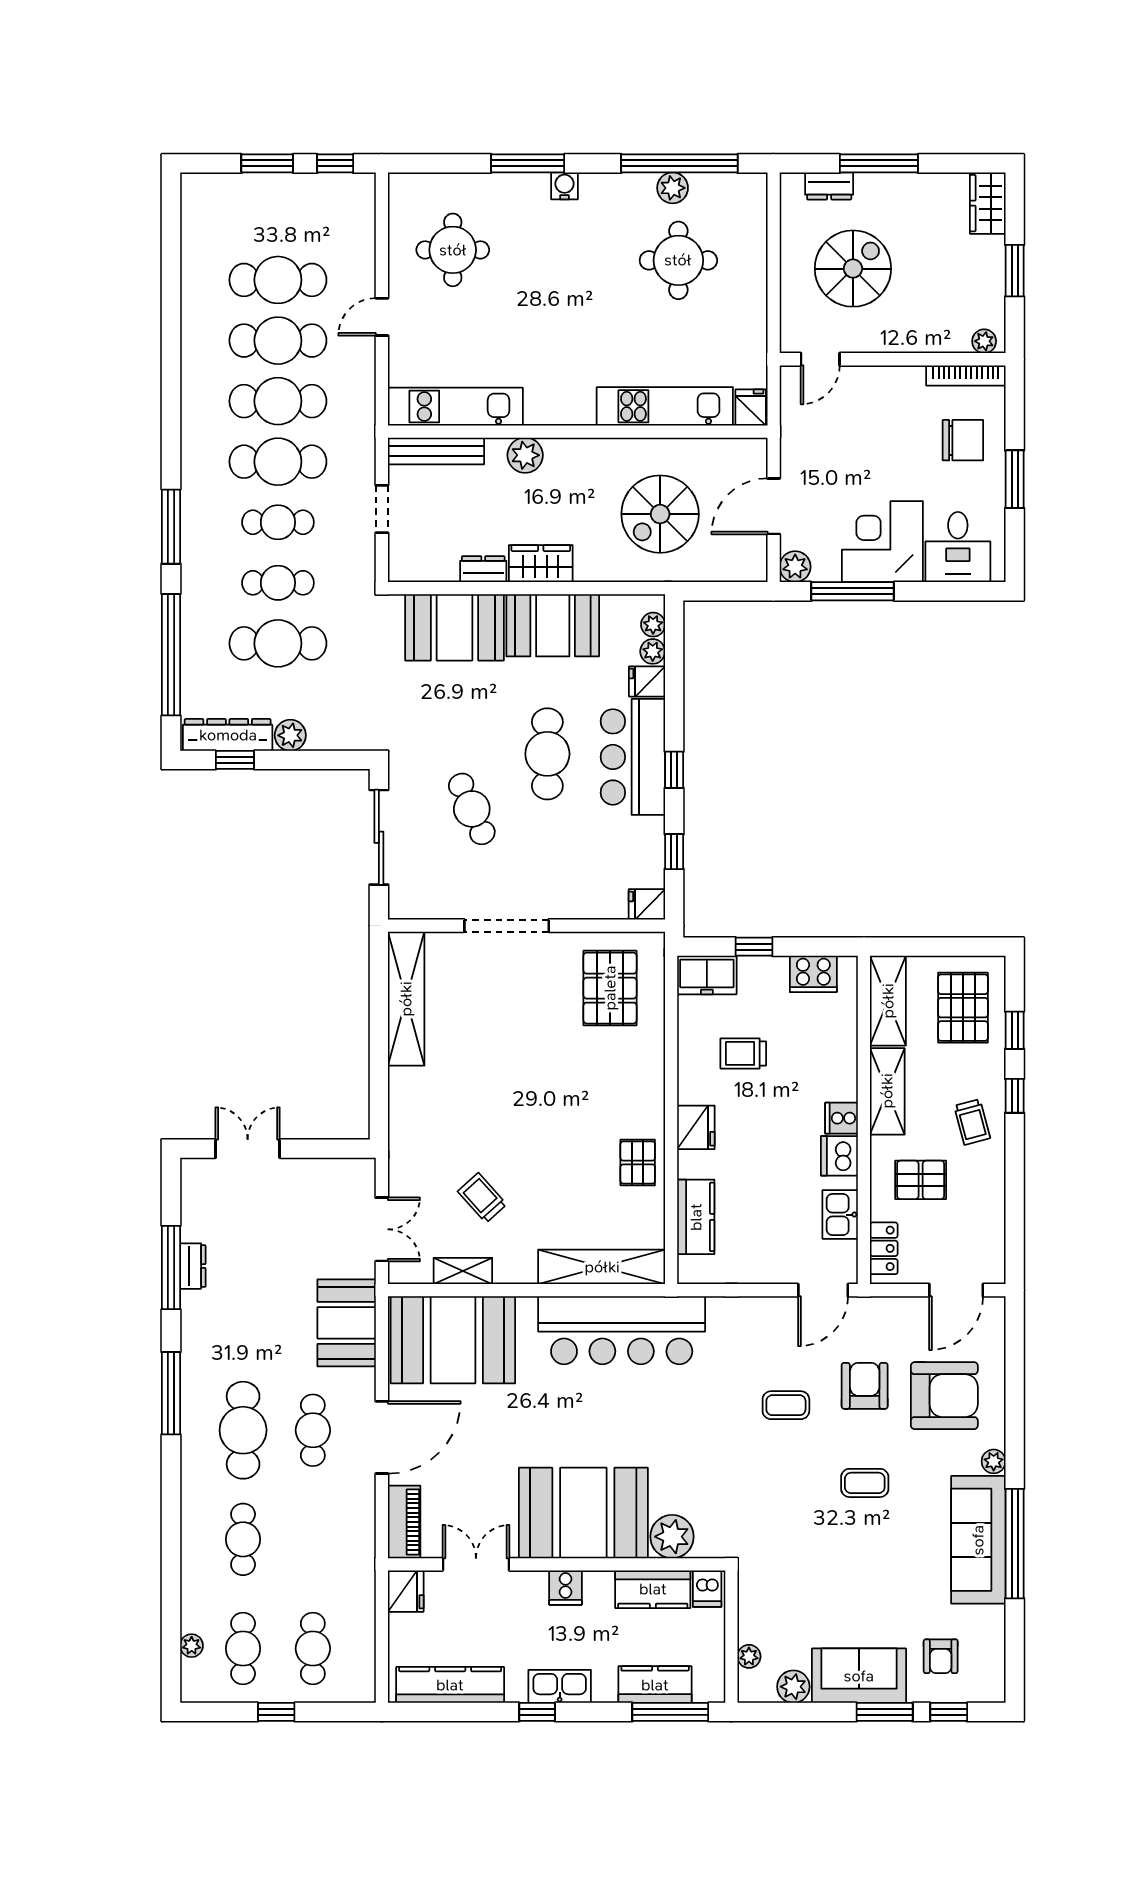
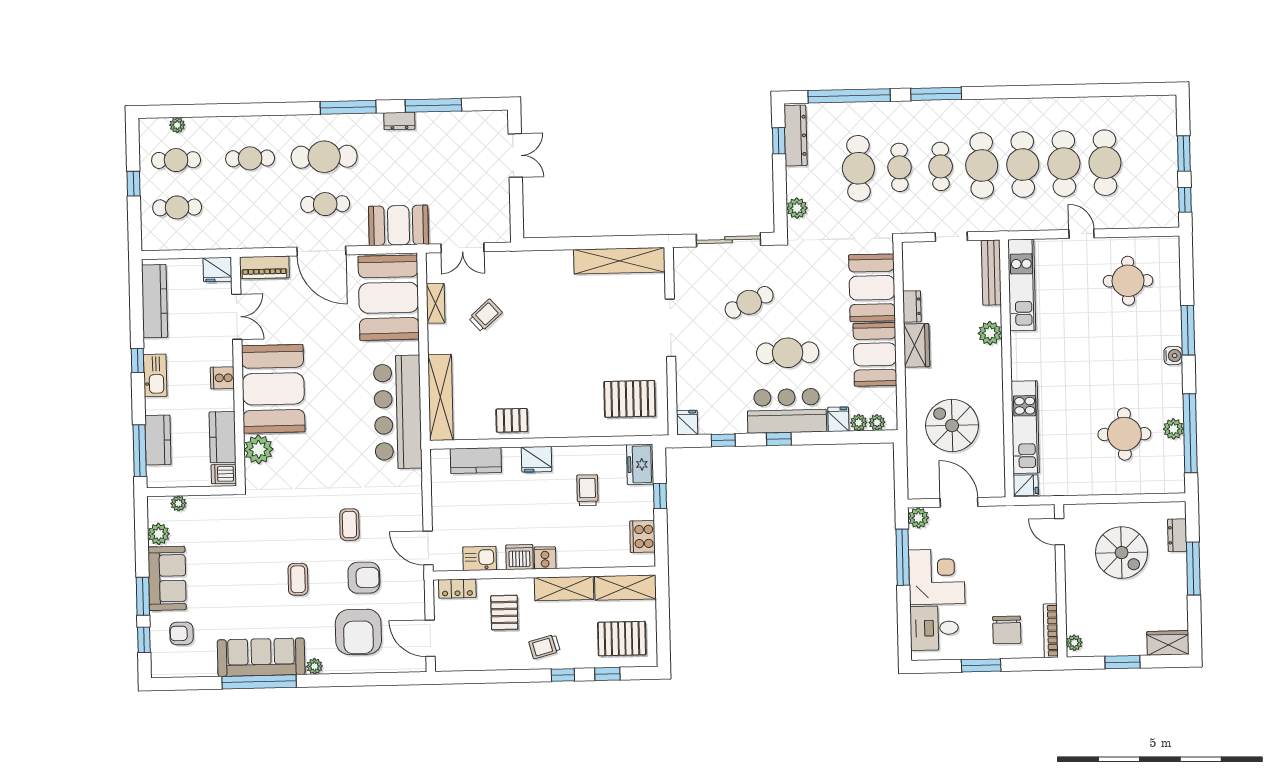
plant: (290, 735) -> (797, 208), moved
dresser: (193, 1266) -> (399, 121), moved

